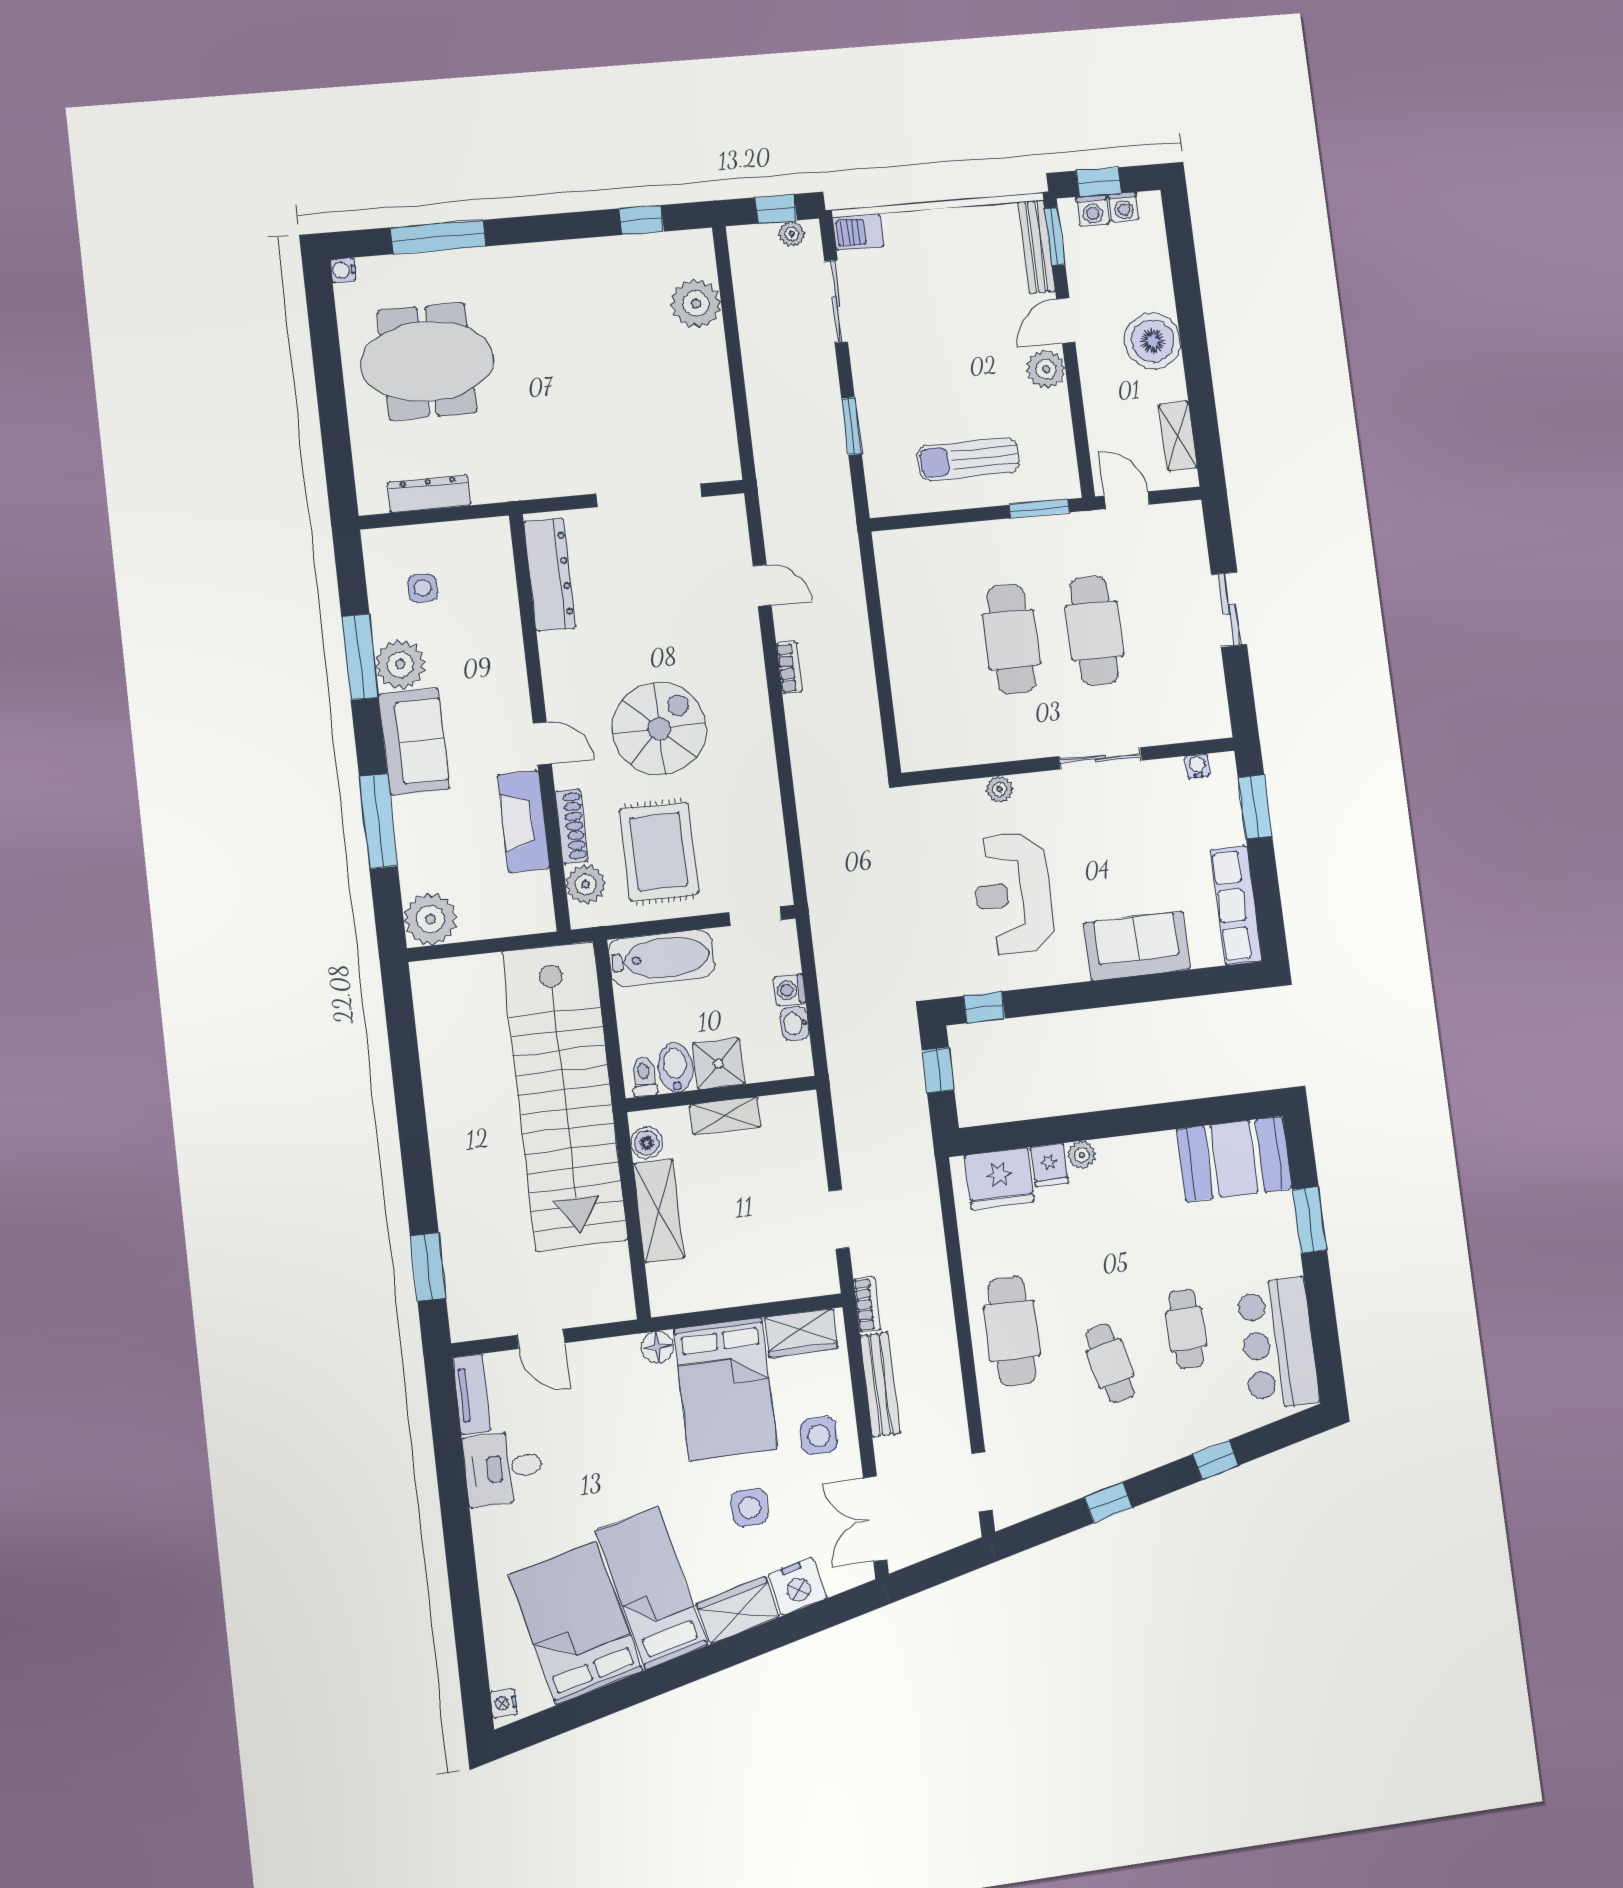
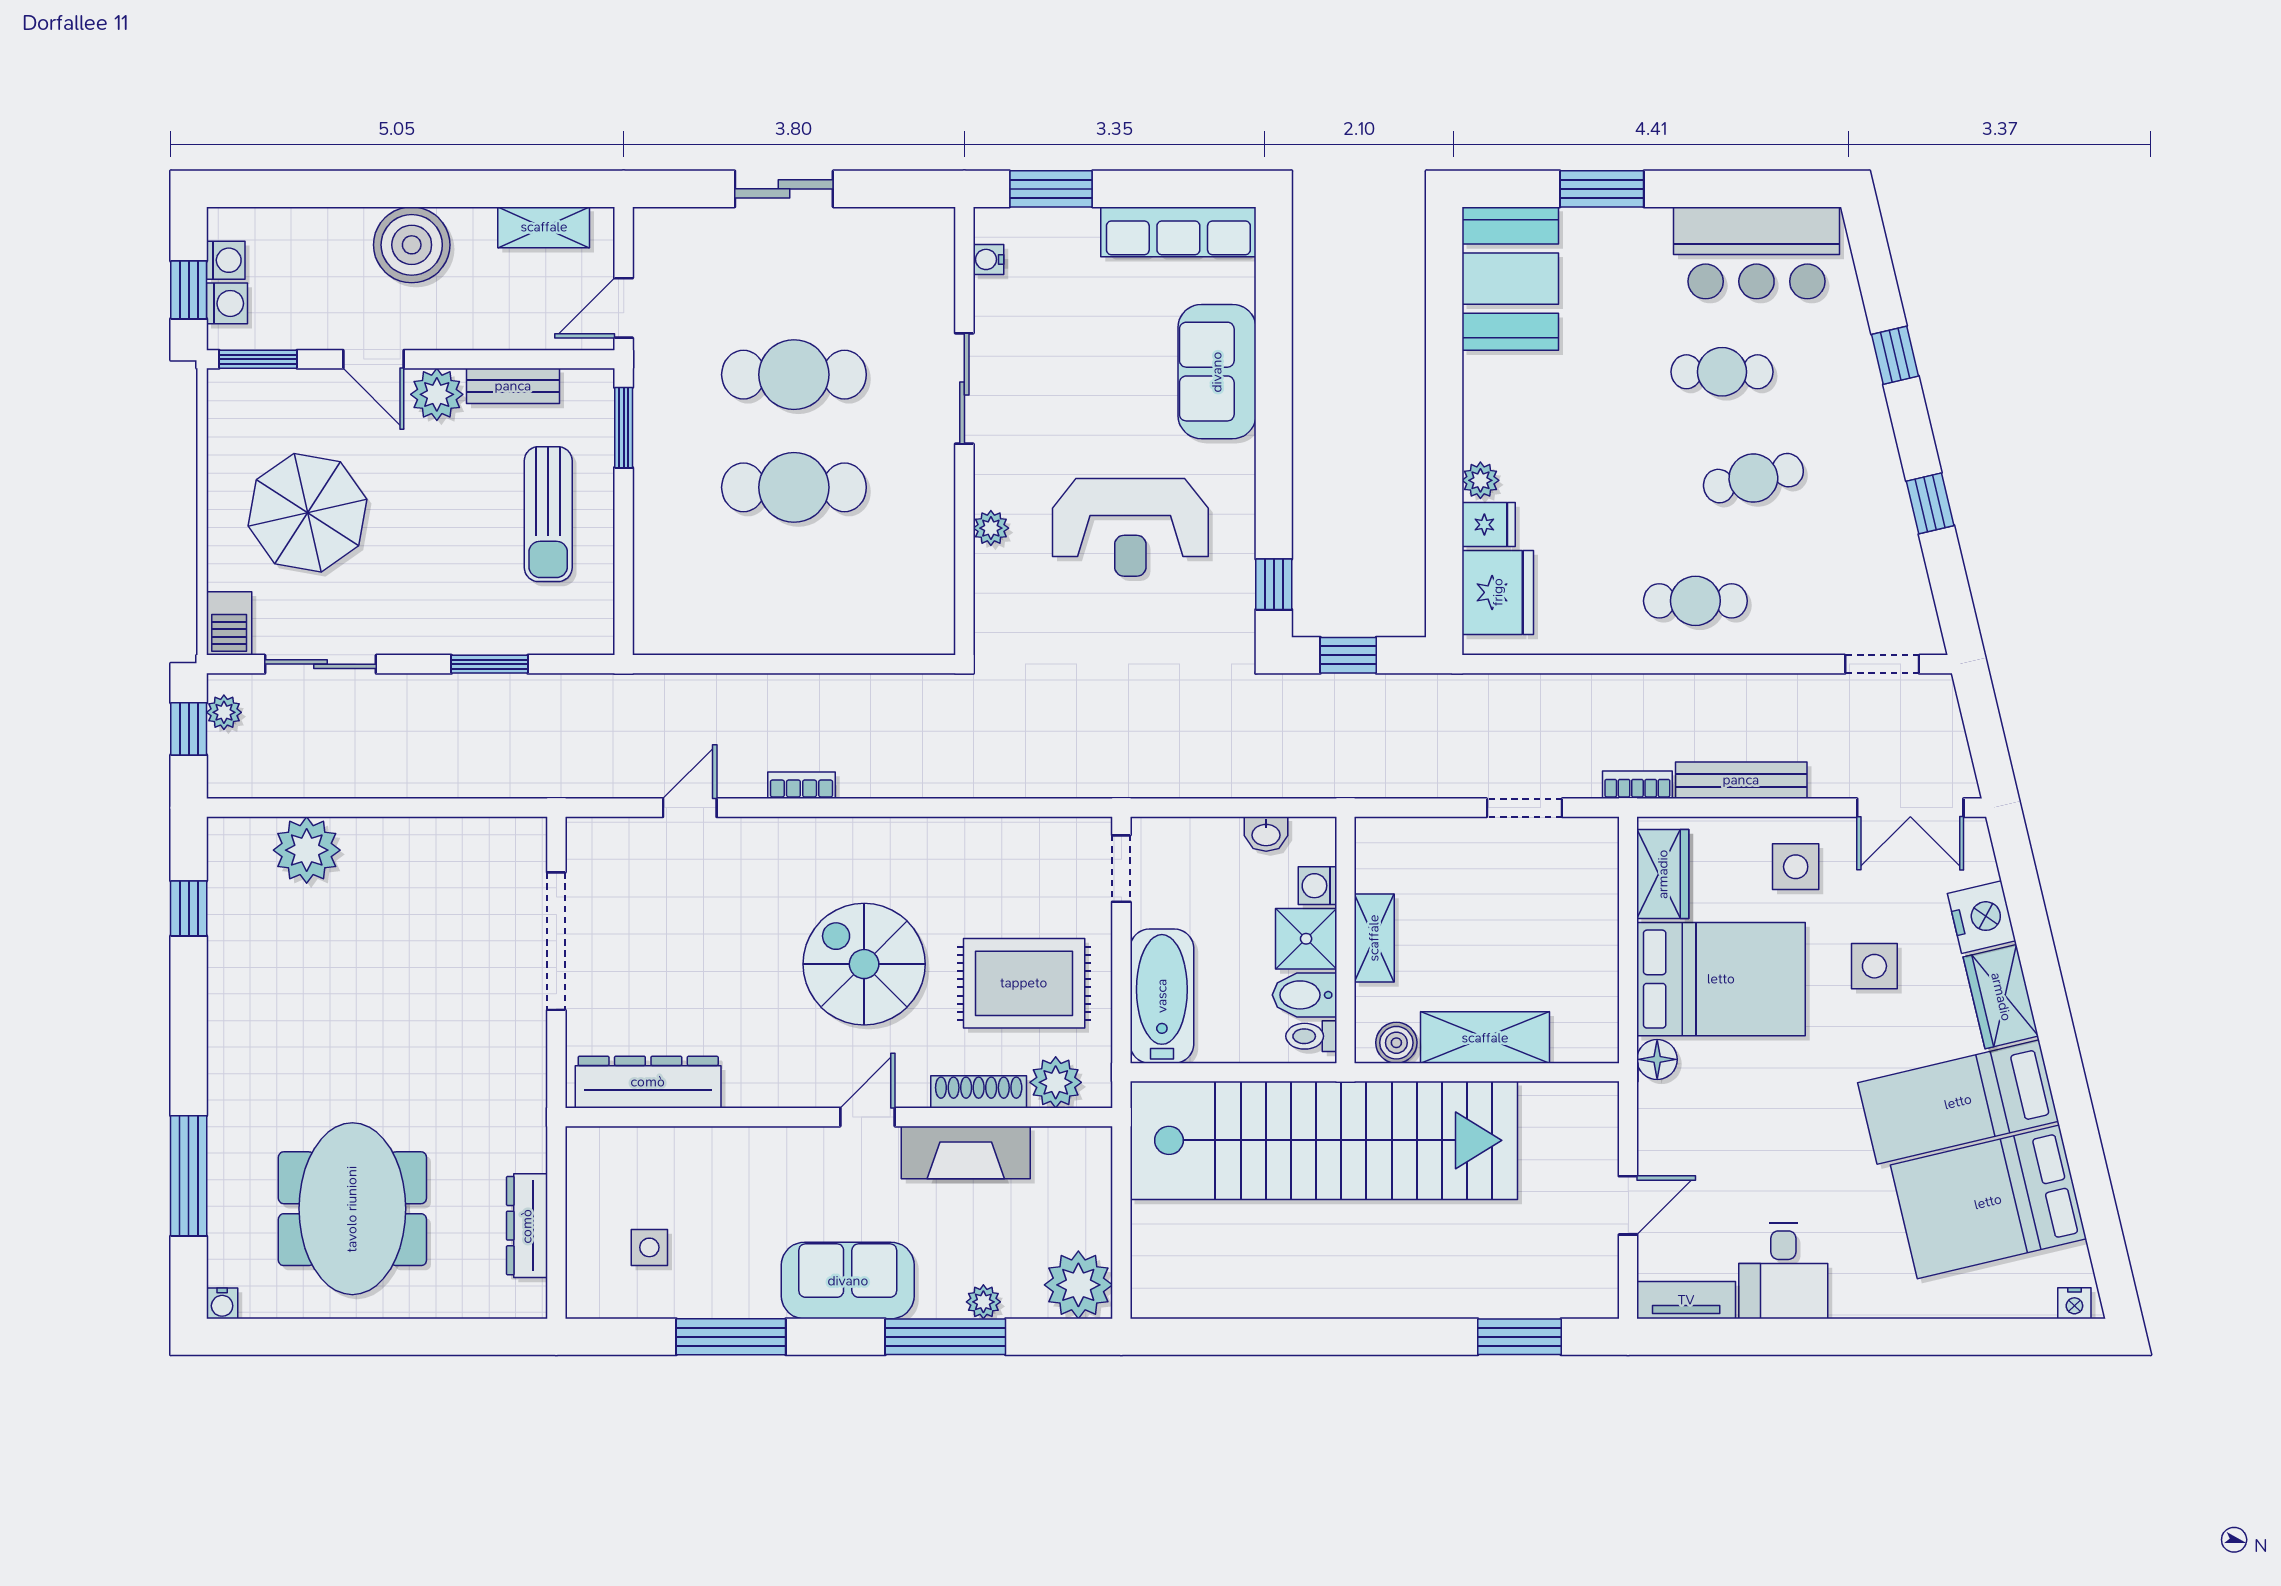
bench: (1036, 247) -> (513, 386), moved, width x0.73
parasol: (947, 282) -> (308, 513), added
plant: (400, 664) -> (983, 1302), moved, width x0.53, depth x0.53
washing machine: (790, 990) -> (1318, 886), moved, turned 90
cafe table: (1012, 1331) -> (1695, 601), width x0.73, depth x0.74

